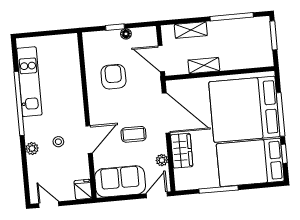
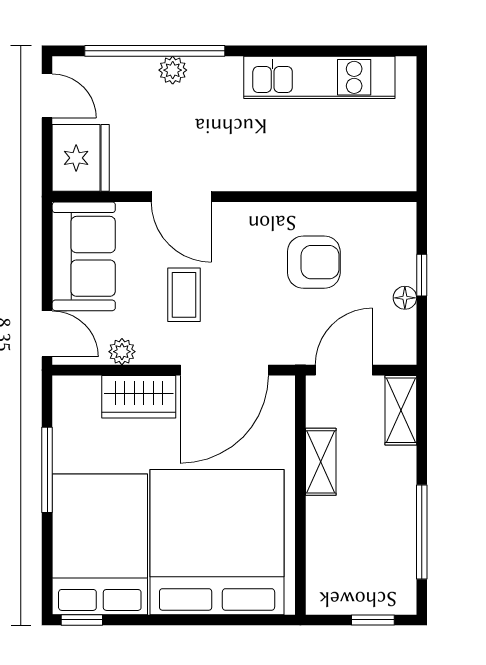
shelving: (191, 30) -> (401, 410), moved
window: (274, 35) -> (373, 620), width x0.67
window: (19, 103) -> (155, 51), moved
window: (281, 114) -> (199, 620), removed
stool: (58, 142) -> (183, 129), removed
window: (284, 154) -> (82, 620), moved
fridge: (83, 189) -> (81, 158), width x1.88, depth x1.34
door: (49, 205) -> (47, 96), hinge flipped

